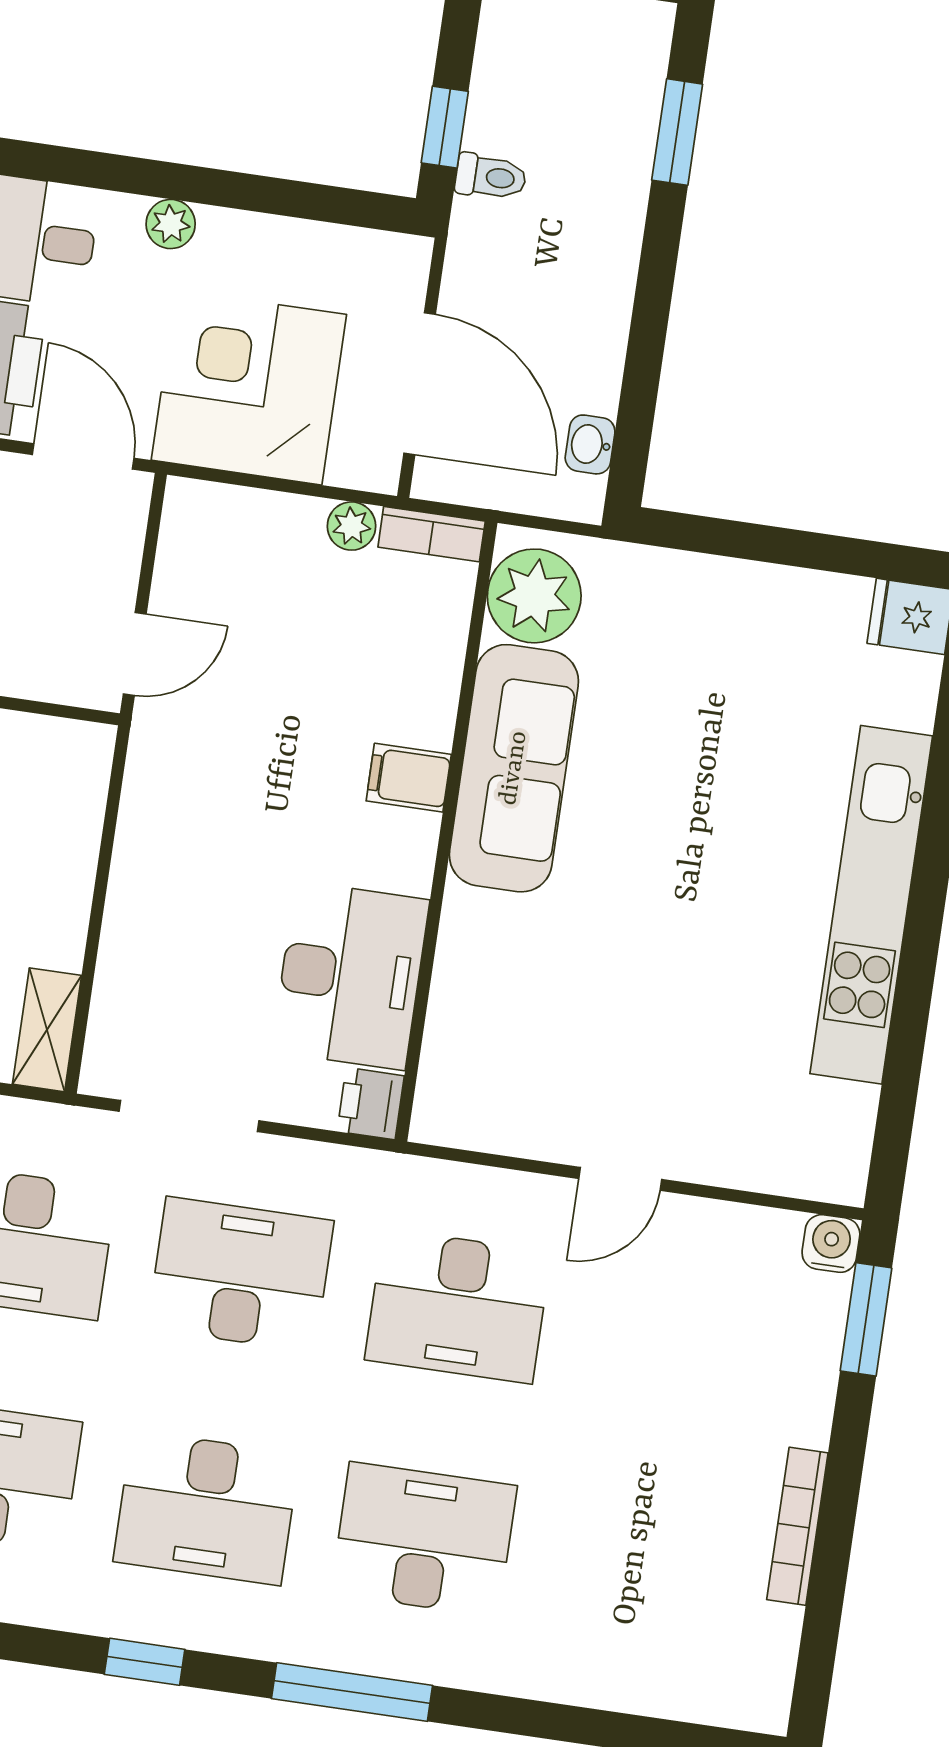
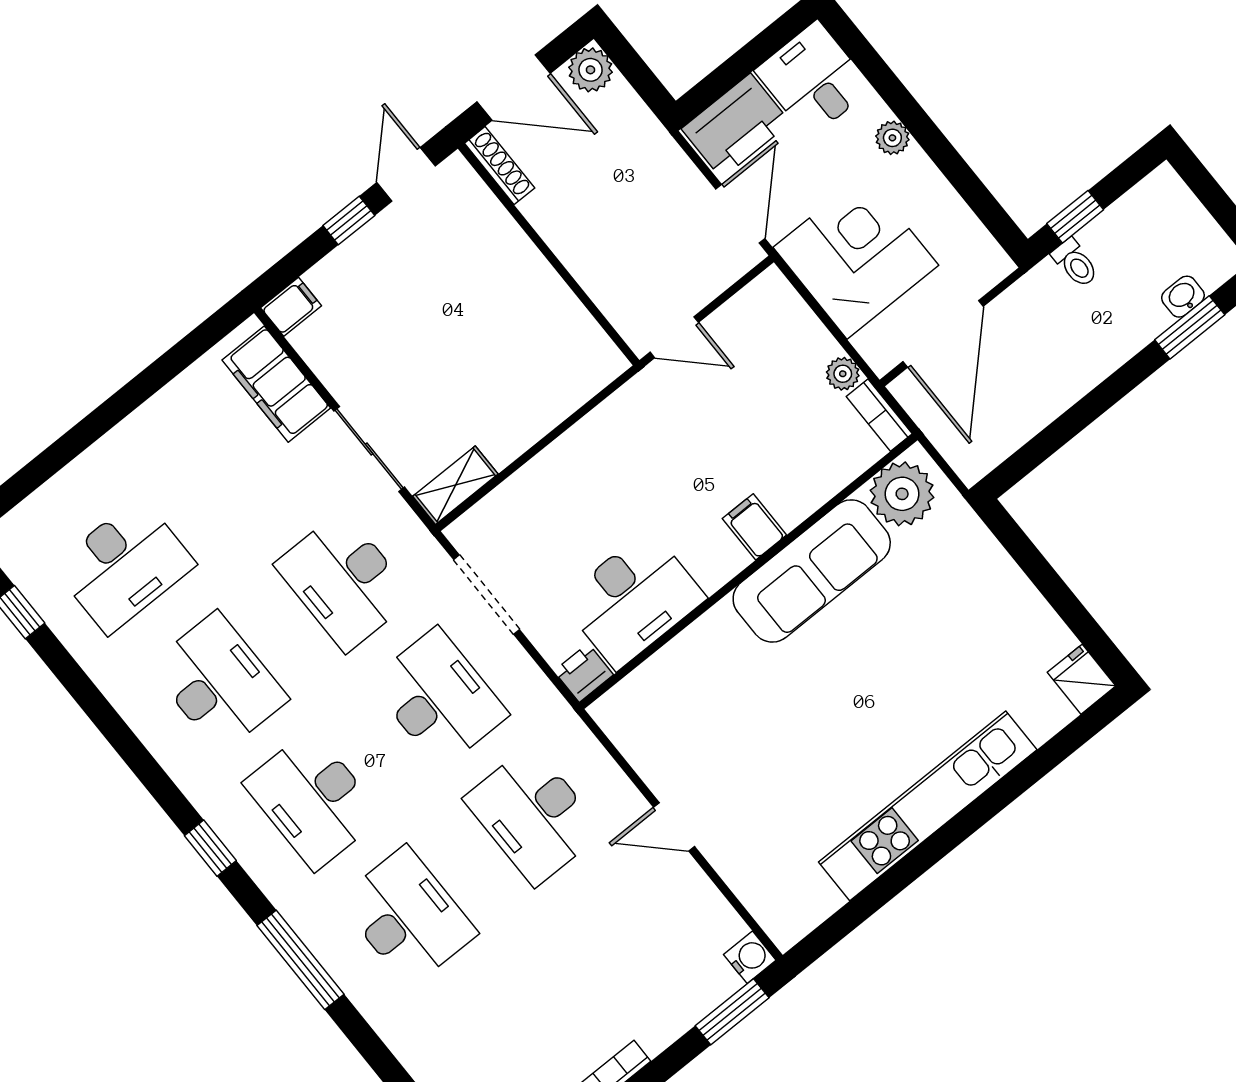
washbasin: (590, 444) -> (1183, 297), moved

